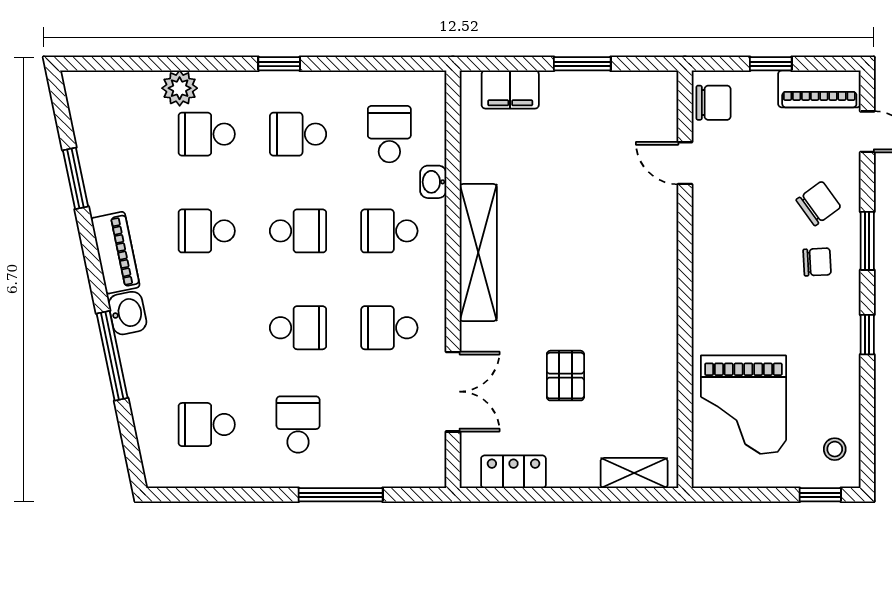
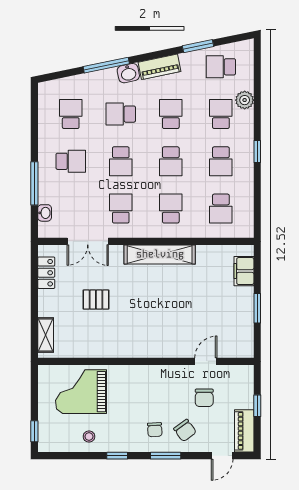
chair: (713, 103) -> (204, 398), moved
school desk: (115, 134) -> (221, 67), added
school desk: (298, 134) -> (221, 161), turned 180
school desk: (389, 134) -> (221, 209), turned 90
washbasin: (433, 182) -> (45, 213), moved, turned 90
school desk: (207, 328) -> (121, 114), added
stool: (835, 449) -> (89, 437), moved

